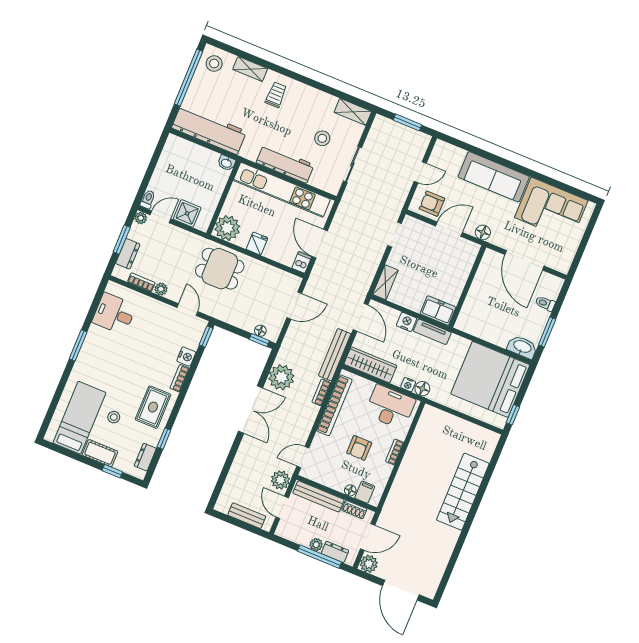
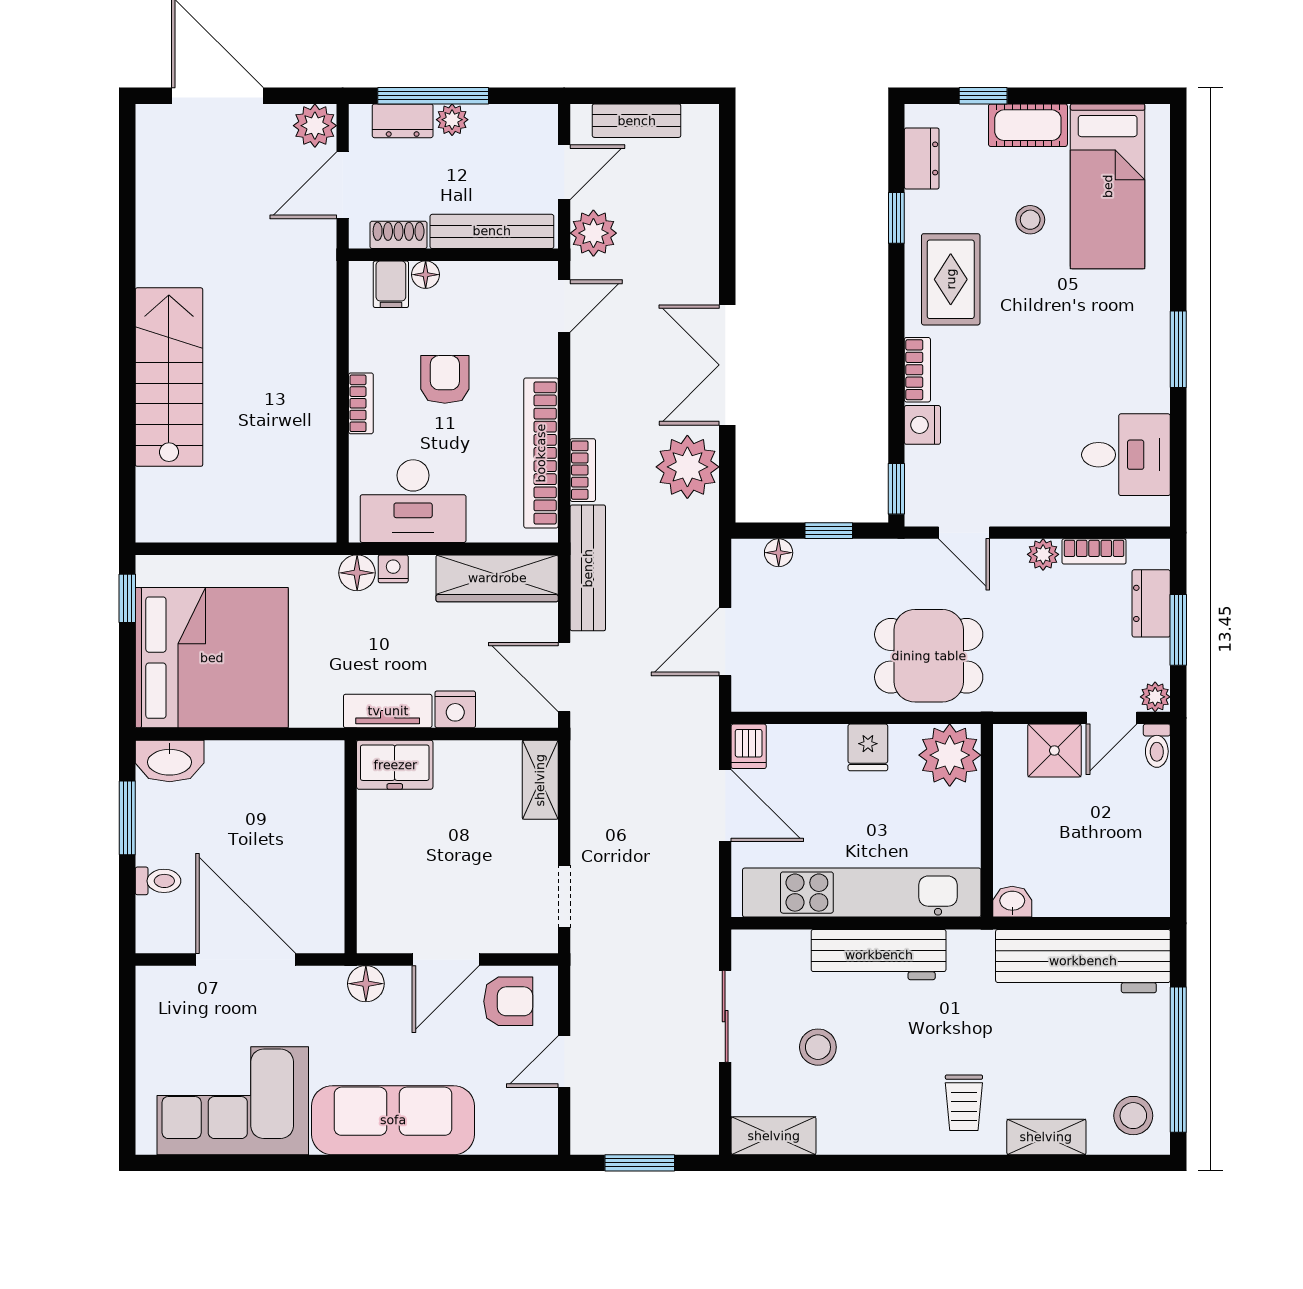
window: (259, 340) -> (829, 531), moved
door: (282, 507) -> (564, 172), hinge flipped

